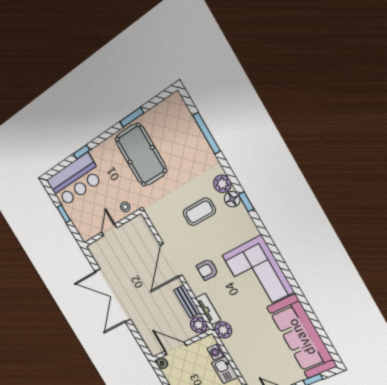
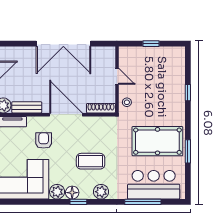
bar counter: (75, 180) -> (154, 185), moved, turned 90
floor lamp: (232, 199) -> (72, 193), moved
coffee table: (199, 212) -> (91, 161), turned 90
shoe rack: (145, 229) -> (101, 108), added
plant: (249, 230) -> (57, 192), added
double door: (113, 296) -> (63, 44), swing flipped

